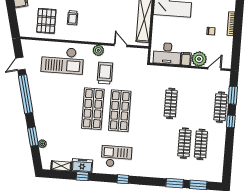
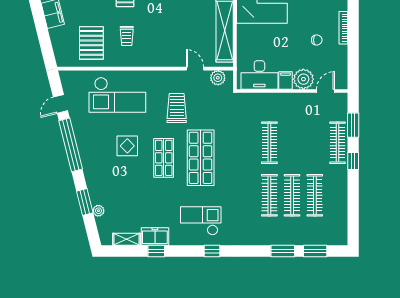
plant: (98, 50) -> (218, 78), moved
display table: (67, 98) -> (127, 146), added
shop shelf: (93, 109) -> (164, 158), width x0.70, depth x0.74
clothes rail: (168, 142) -> (269, 195), added

